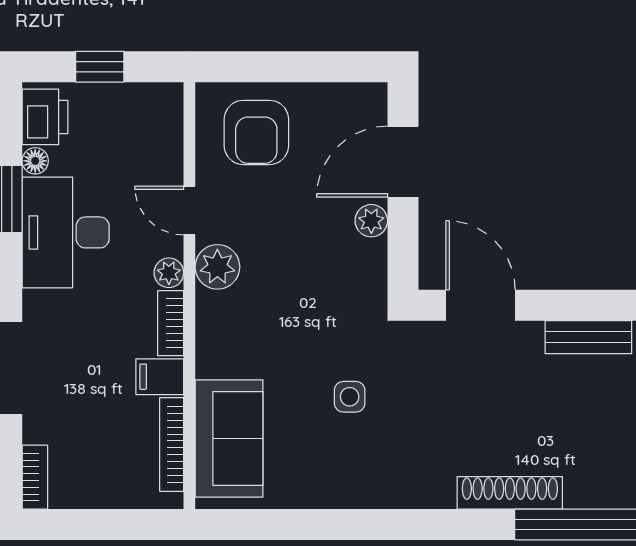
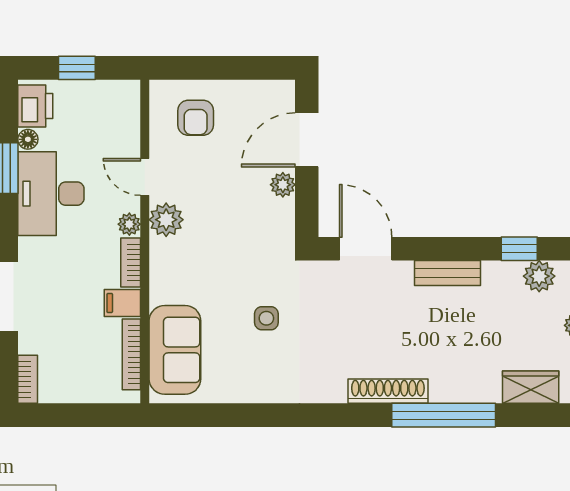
armchair: (256, 132) -> (196, 118), width x0.72, depth x0.72

